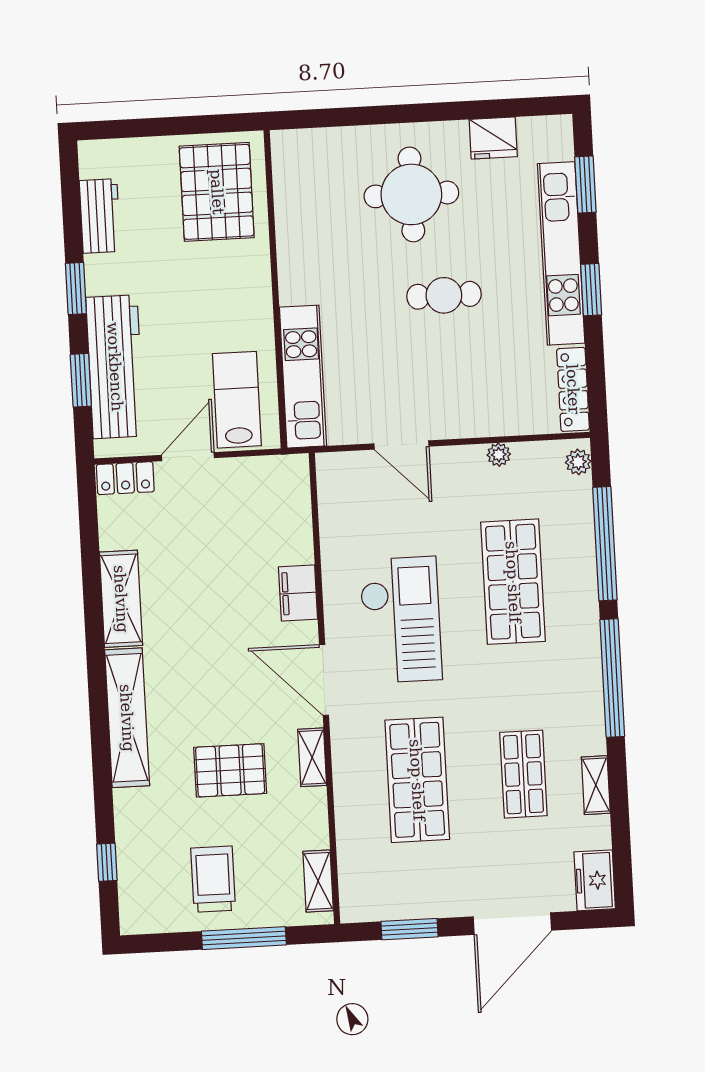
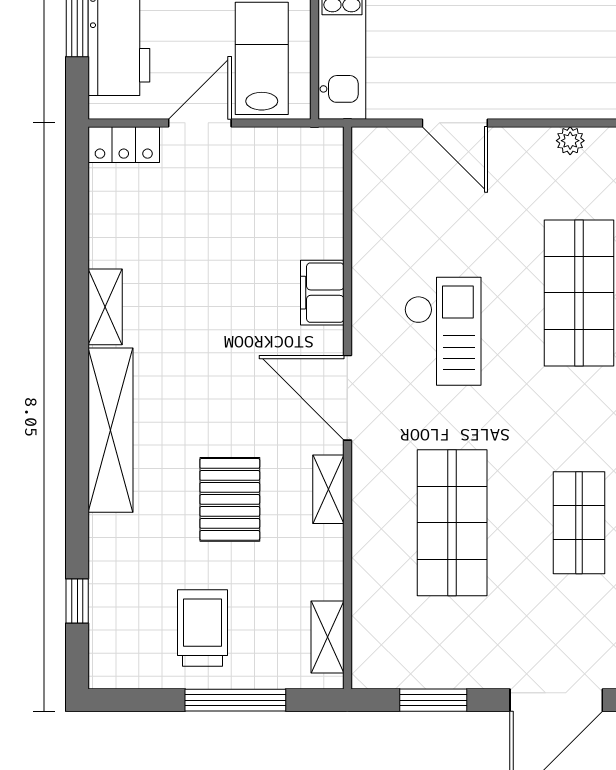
shelving: (121, 599) -> (105, 307), width x0.67, depth x0.75
checkout: (401, 620) -> (443, 331), width x0.73, depth x0.83
pallet: (230, 770) -> (230, 499), turned 90

